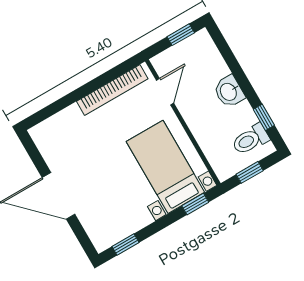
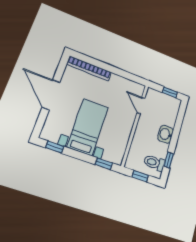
bookcase: (112, 90) -> (89, 68), moved
door: (165, 92) -> (141, 105), swing flipped
bed with nightstands: (165, 167) -> (88, 127), moved

